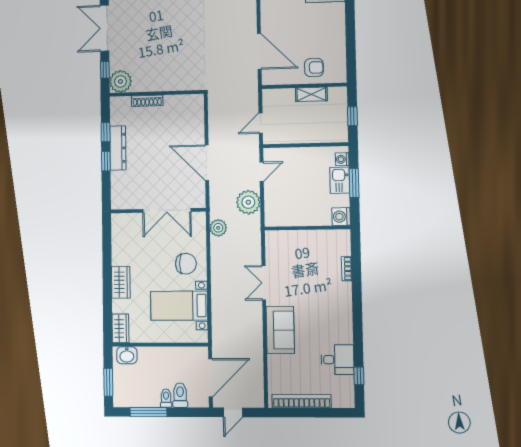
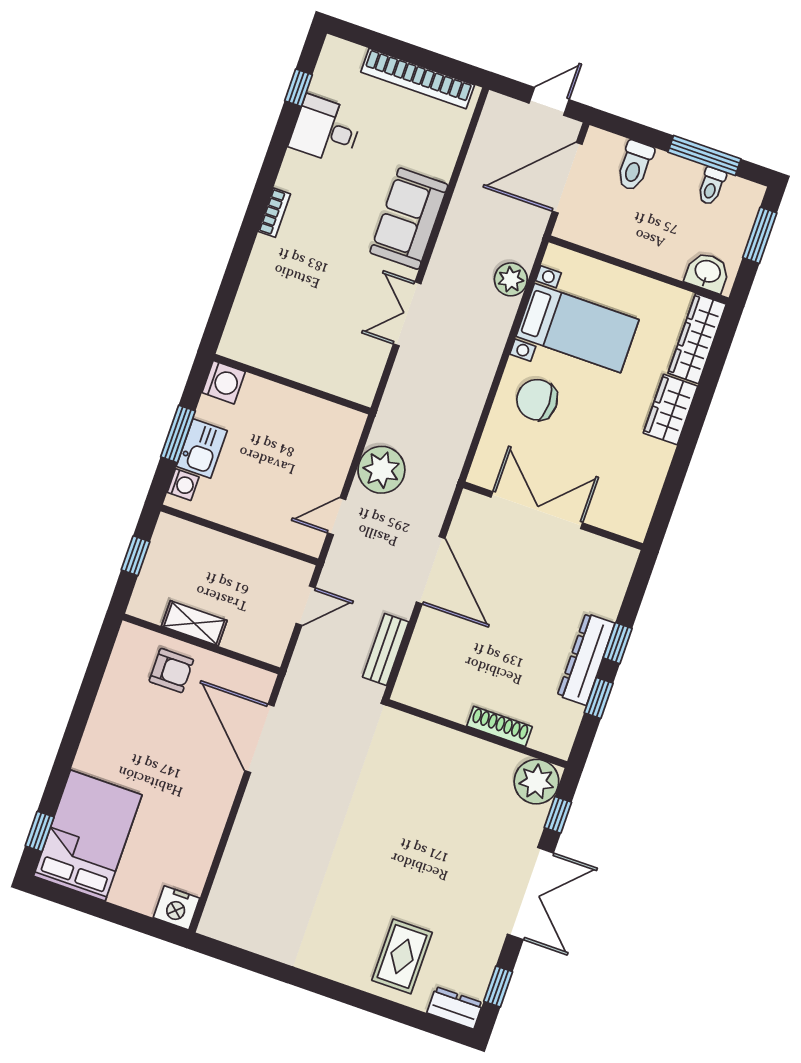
armchair: (314, 67) -> (171, 671), turned 180
bench: (214, 117) -> (386, 649), added
plant: (218, 228) -> (511, 279), moved
bookcase: (347, 269) -> (274, 213), moved
double door: (264, 283) -> (407, 314), swing flipped
wardrobe: (120, 328) -> (697, 339), width x1.50
toilet: (166, 398) -> (711, 186), moved

